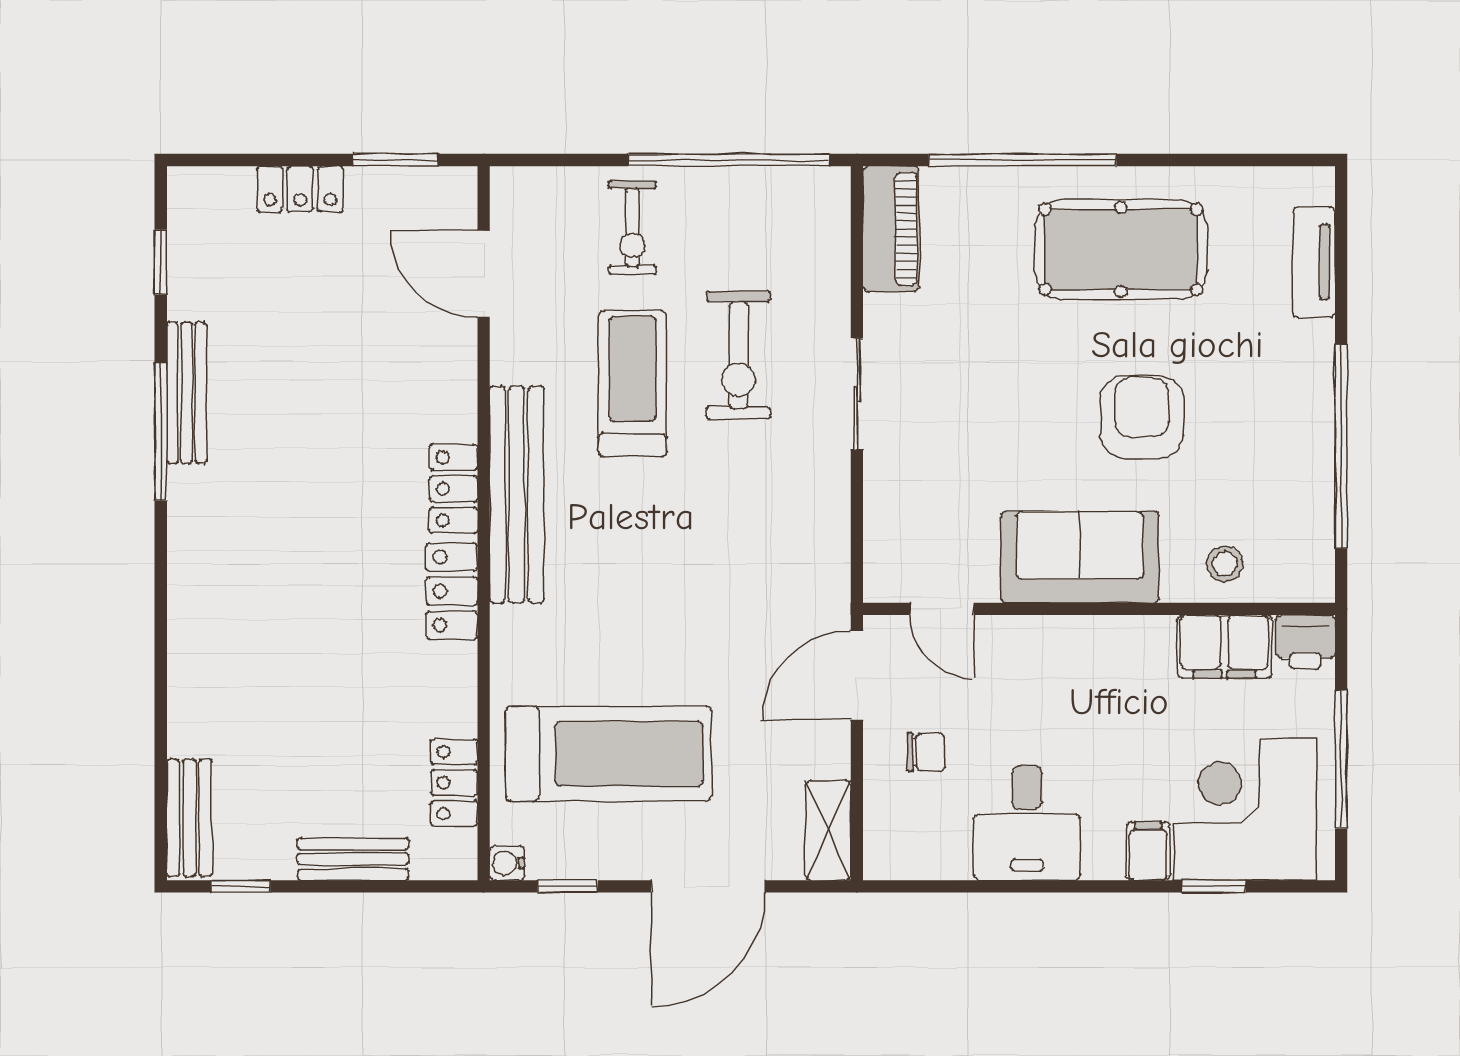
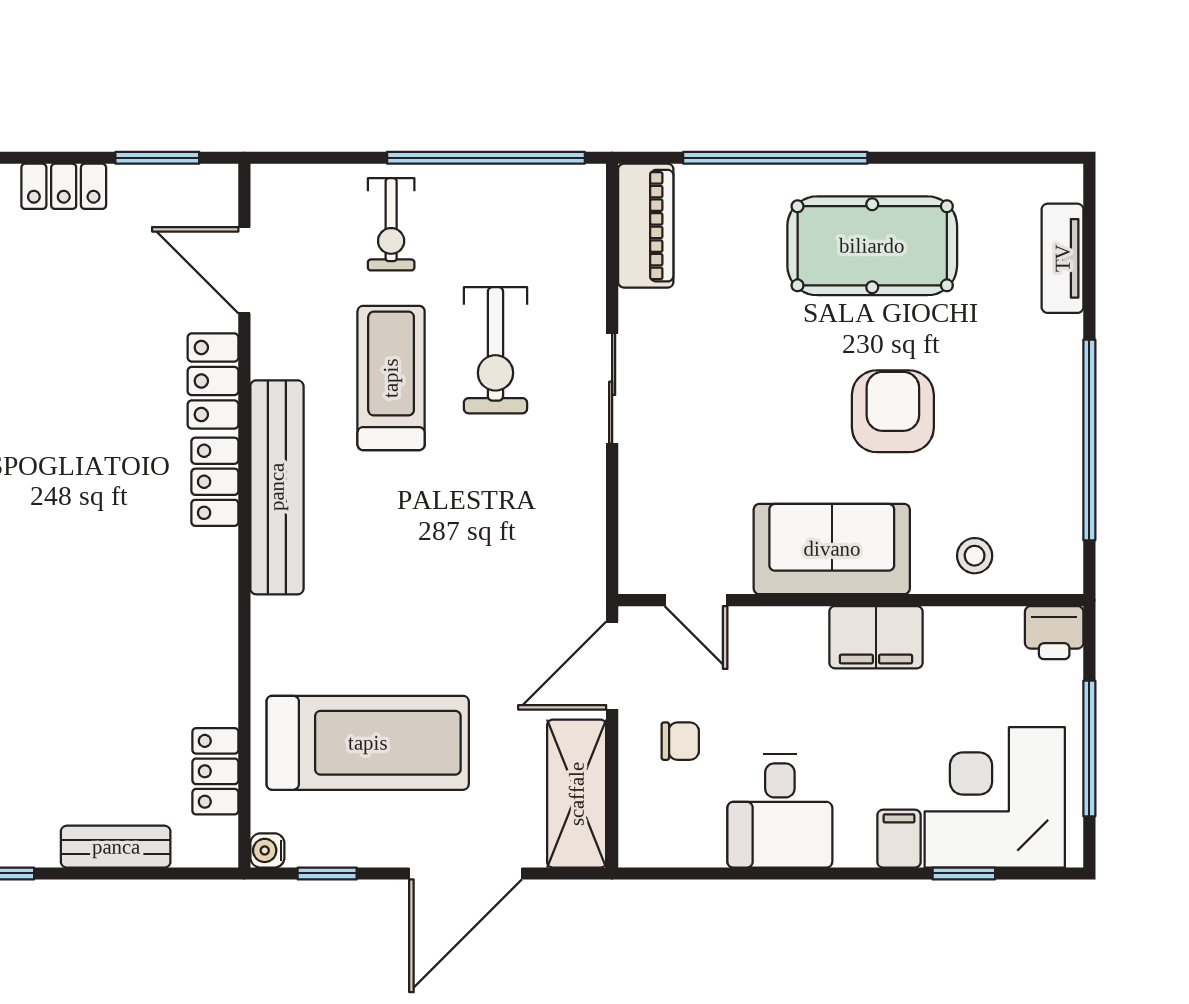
locker: (452, 591) -> (213, 381), moved
filing cabinet: (1224, 647) -> (876, 637), moved
shelving: (828, 830) -> (577, 794), width x1.50, depth x1.33

